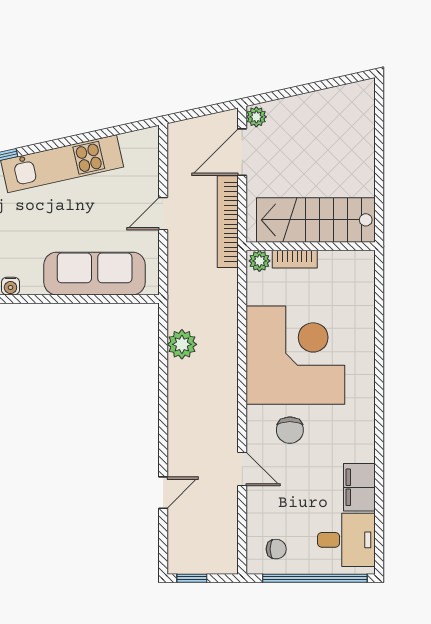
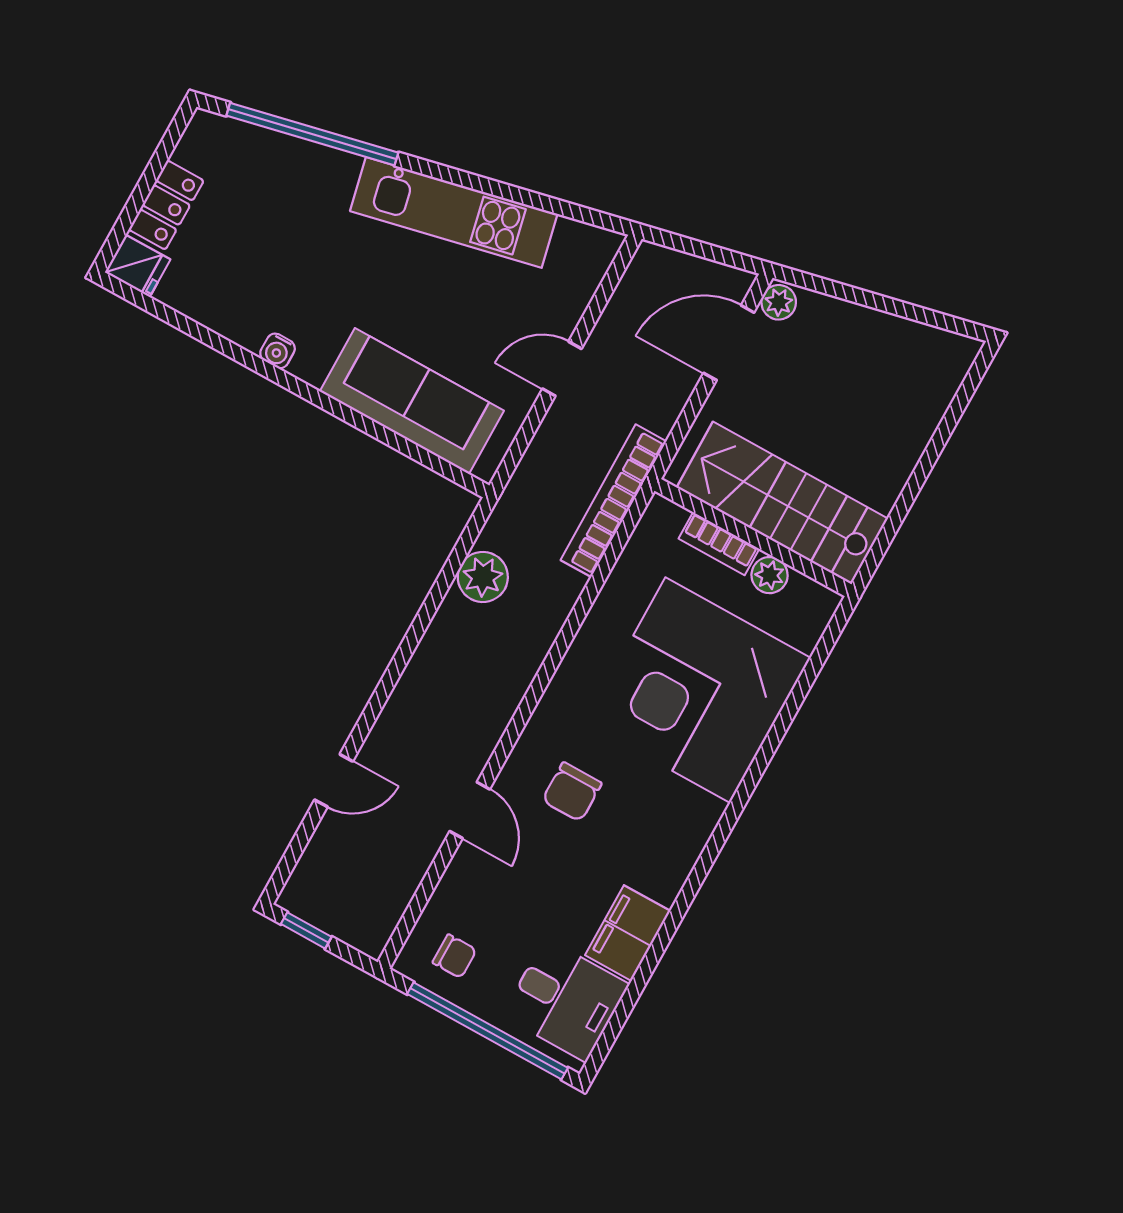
bookcase: (228, 222) -> (613, 501), moved
plant: (259, 261) -> (770, 575), moved
corner desk: (295, 355) -> (698, 690), moved, turned 180

